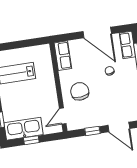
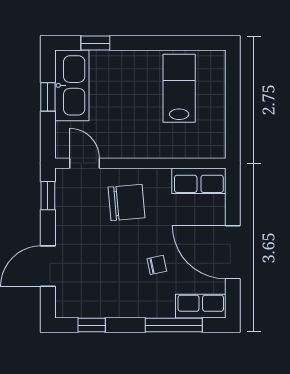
door: (97, 33) -> (233, 252), hinge flipped
window: (92, 131) -> (48, 196), moved

